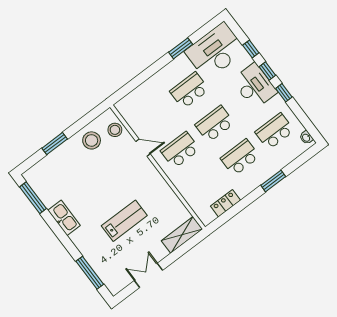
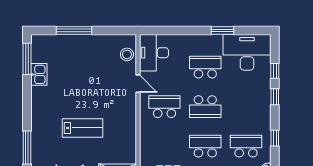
desk: (254, 86) -> (154, 53), moved, turned 180
window: (284, 93) -> (275, 138), moved
school desk: (215, 124) -> (205, 107), turned 180
stool: (92, 140) -> (103, 49), removed
window: (55, 144) -> (74, 31), width x1.44
kitchen sink: (64, 218) -> (39, 74), moved, width x0.73

